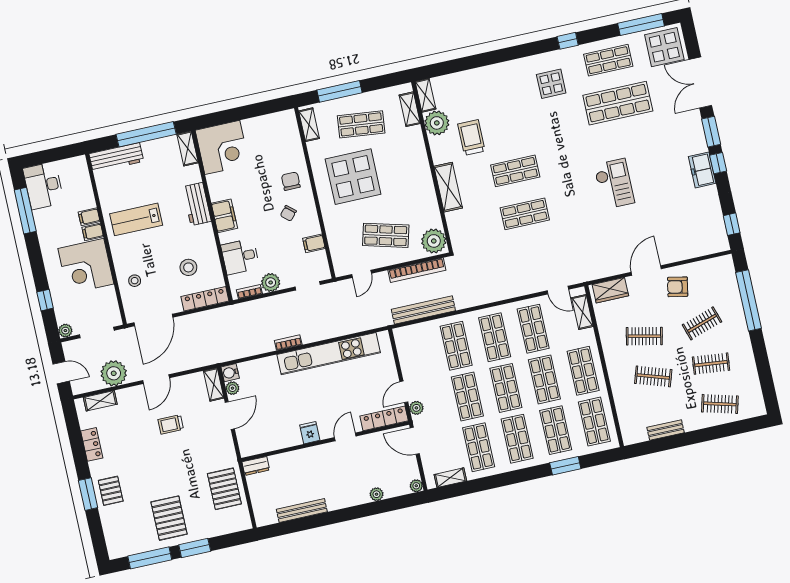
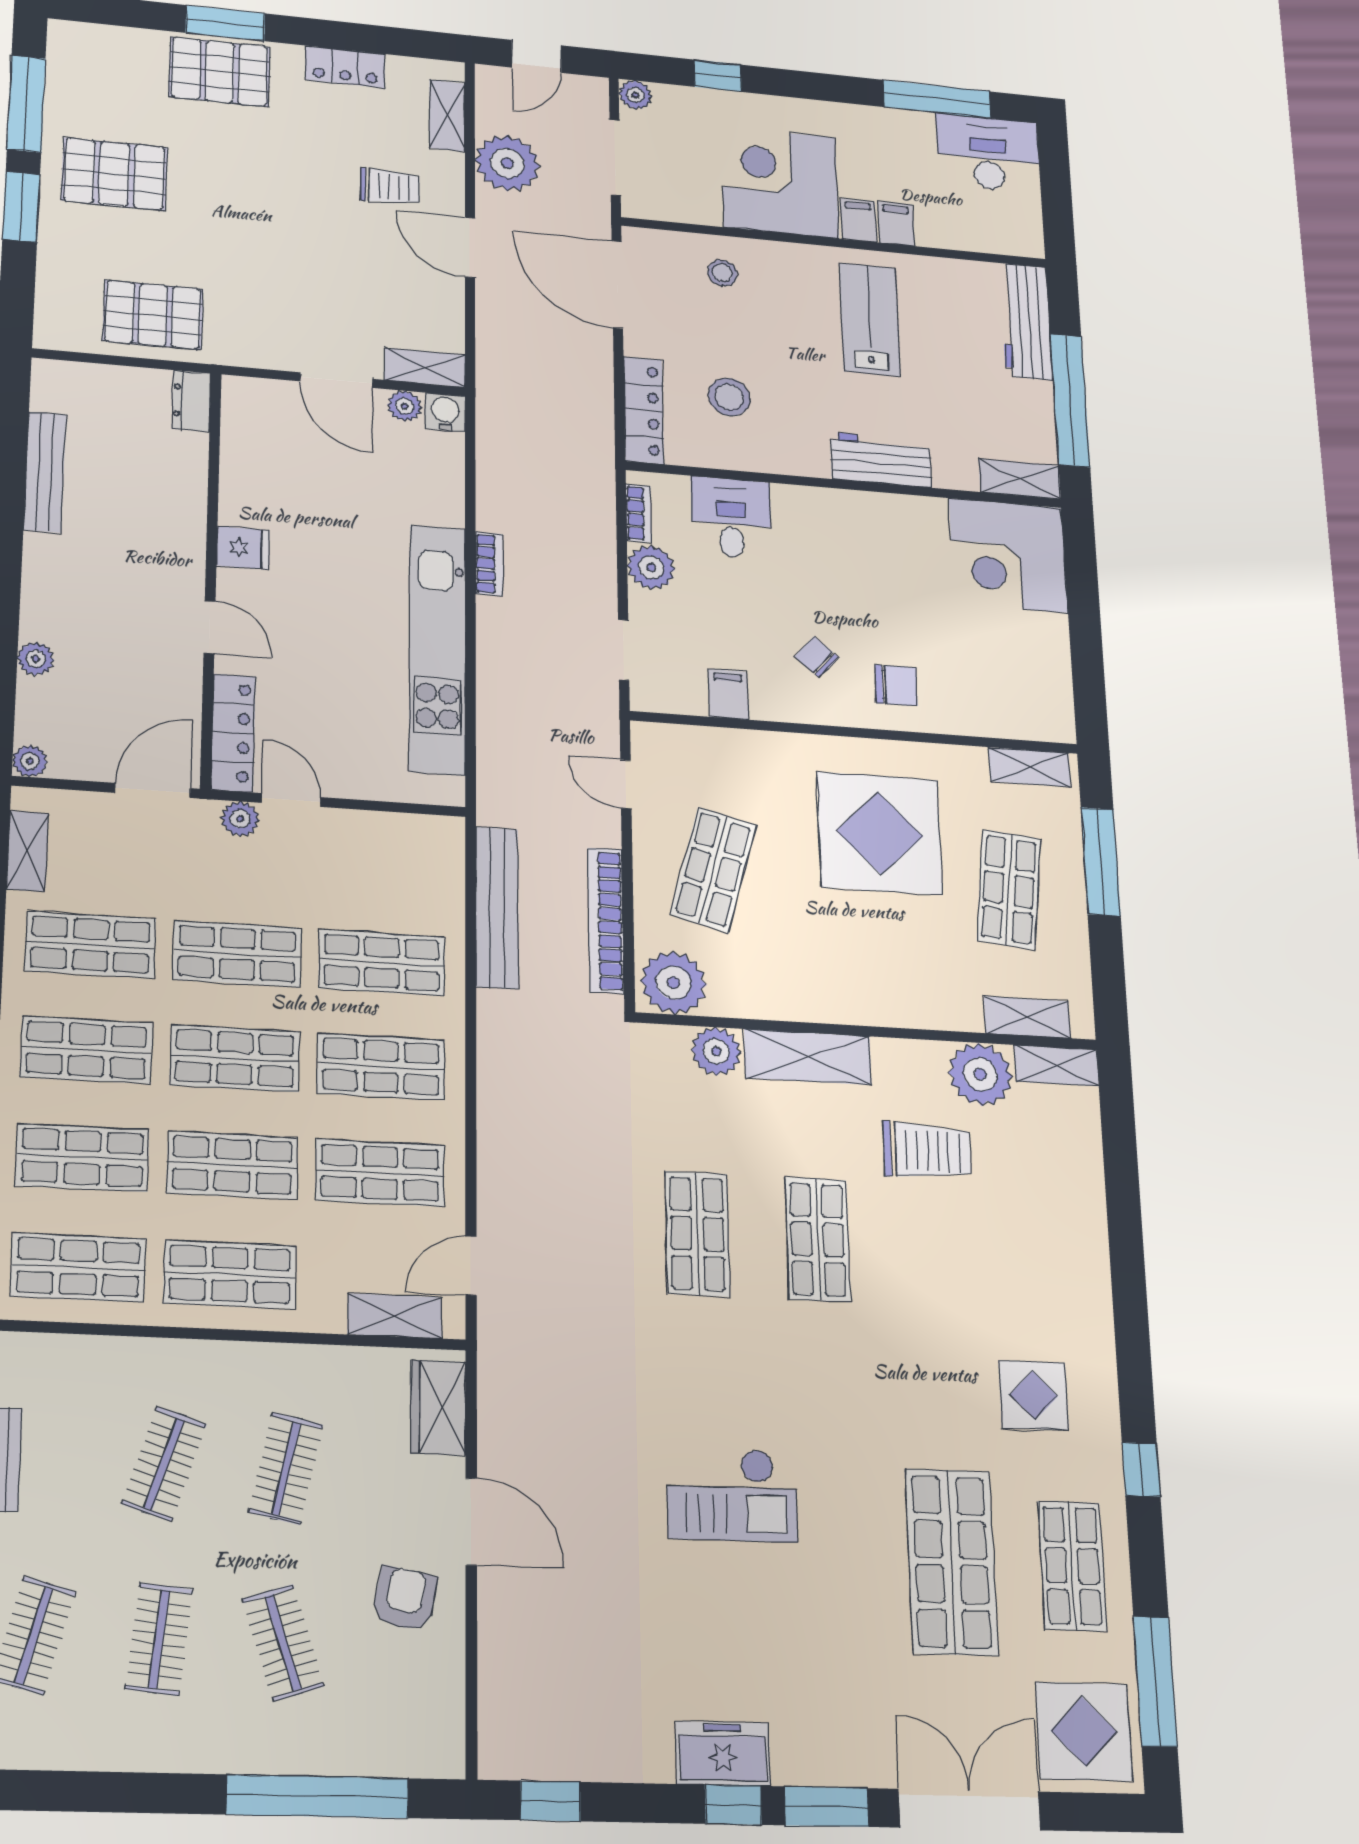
filing cabinet: (224, 216) -> (840, 512), removed
plant: (455, 220) -> (716, 1051), added
trolley: (171, 424) -> (390, 187), moved, turned 90
pallet: (111, 491) -> (220, 72), width x1.50, depth x1.42

